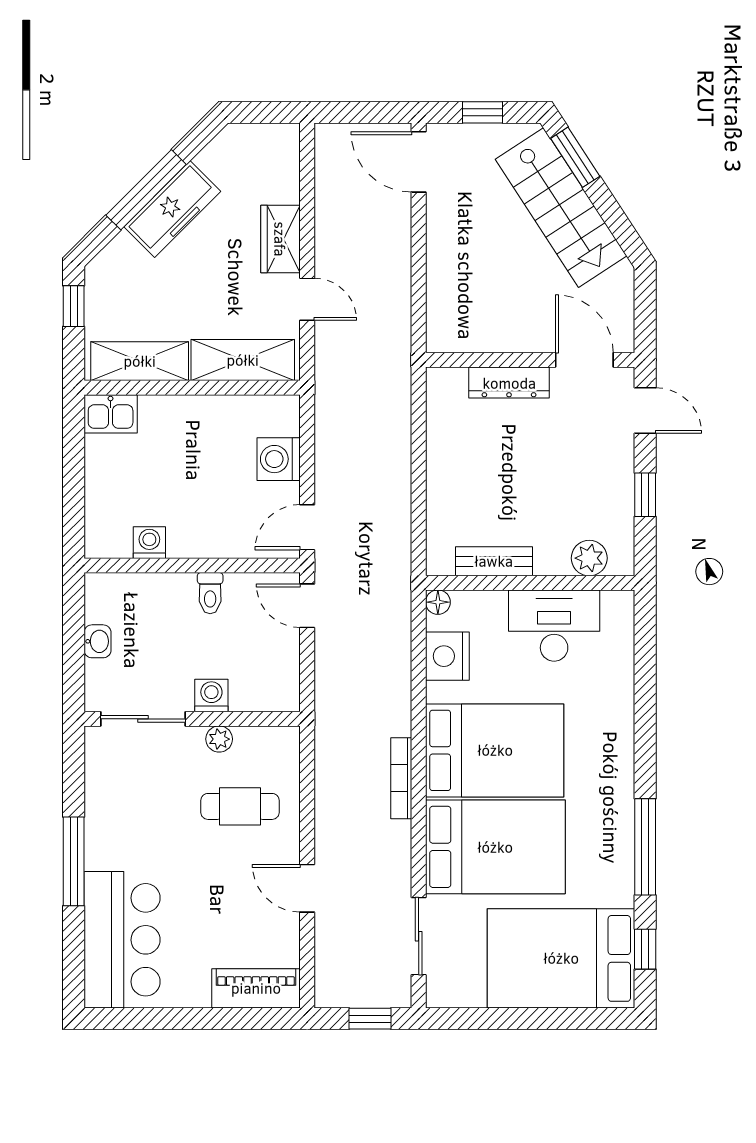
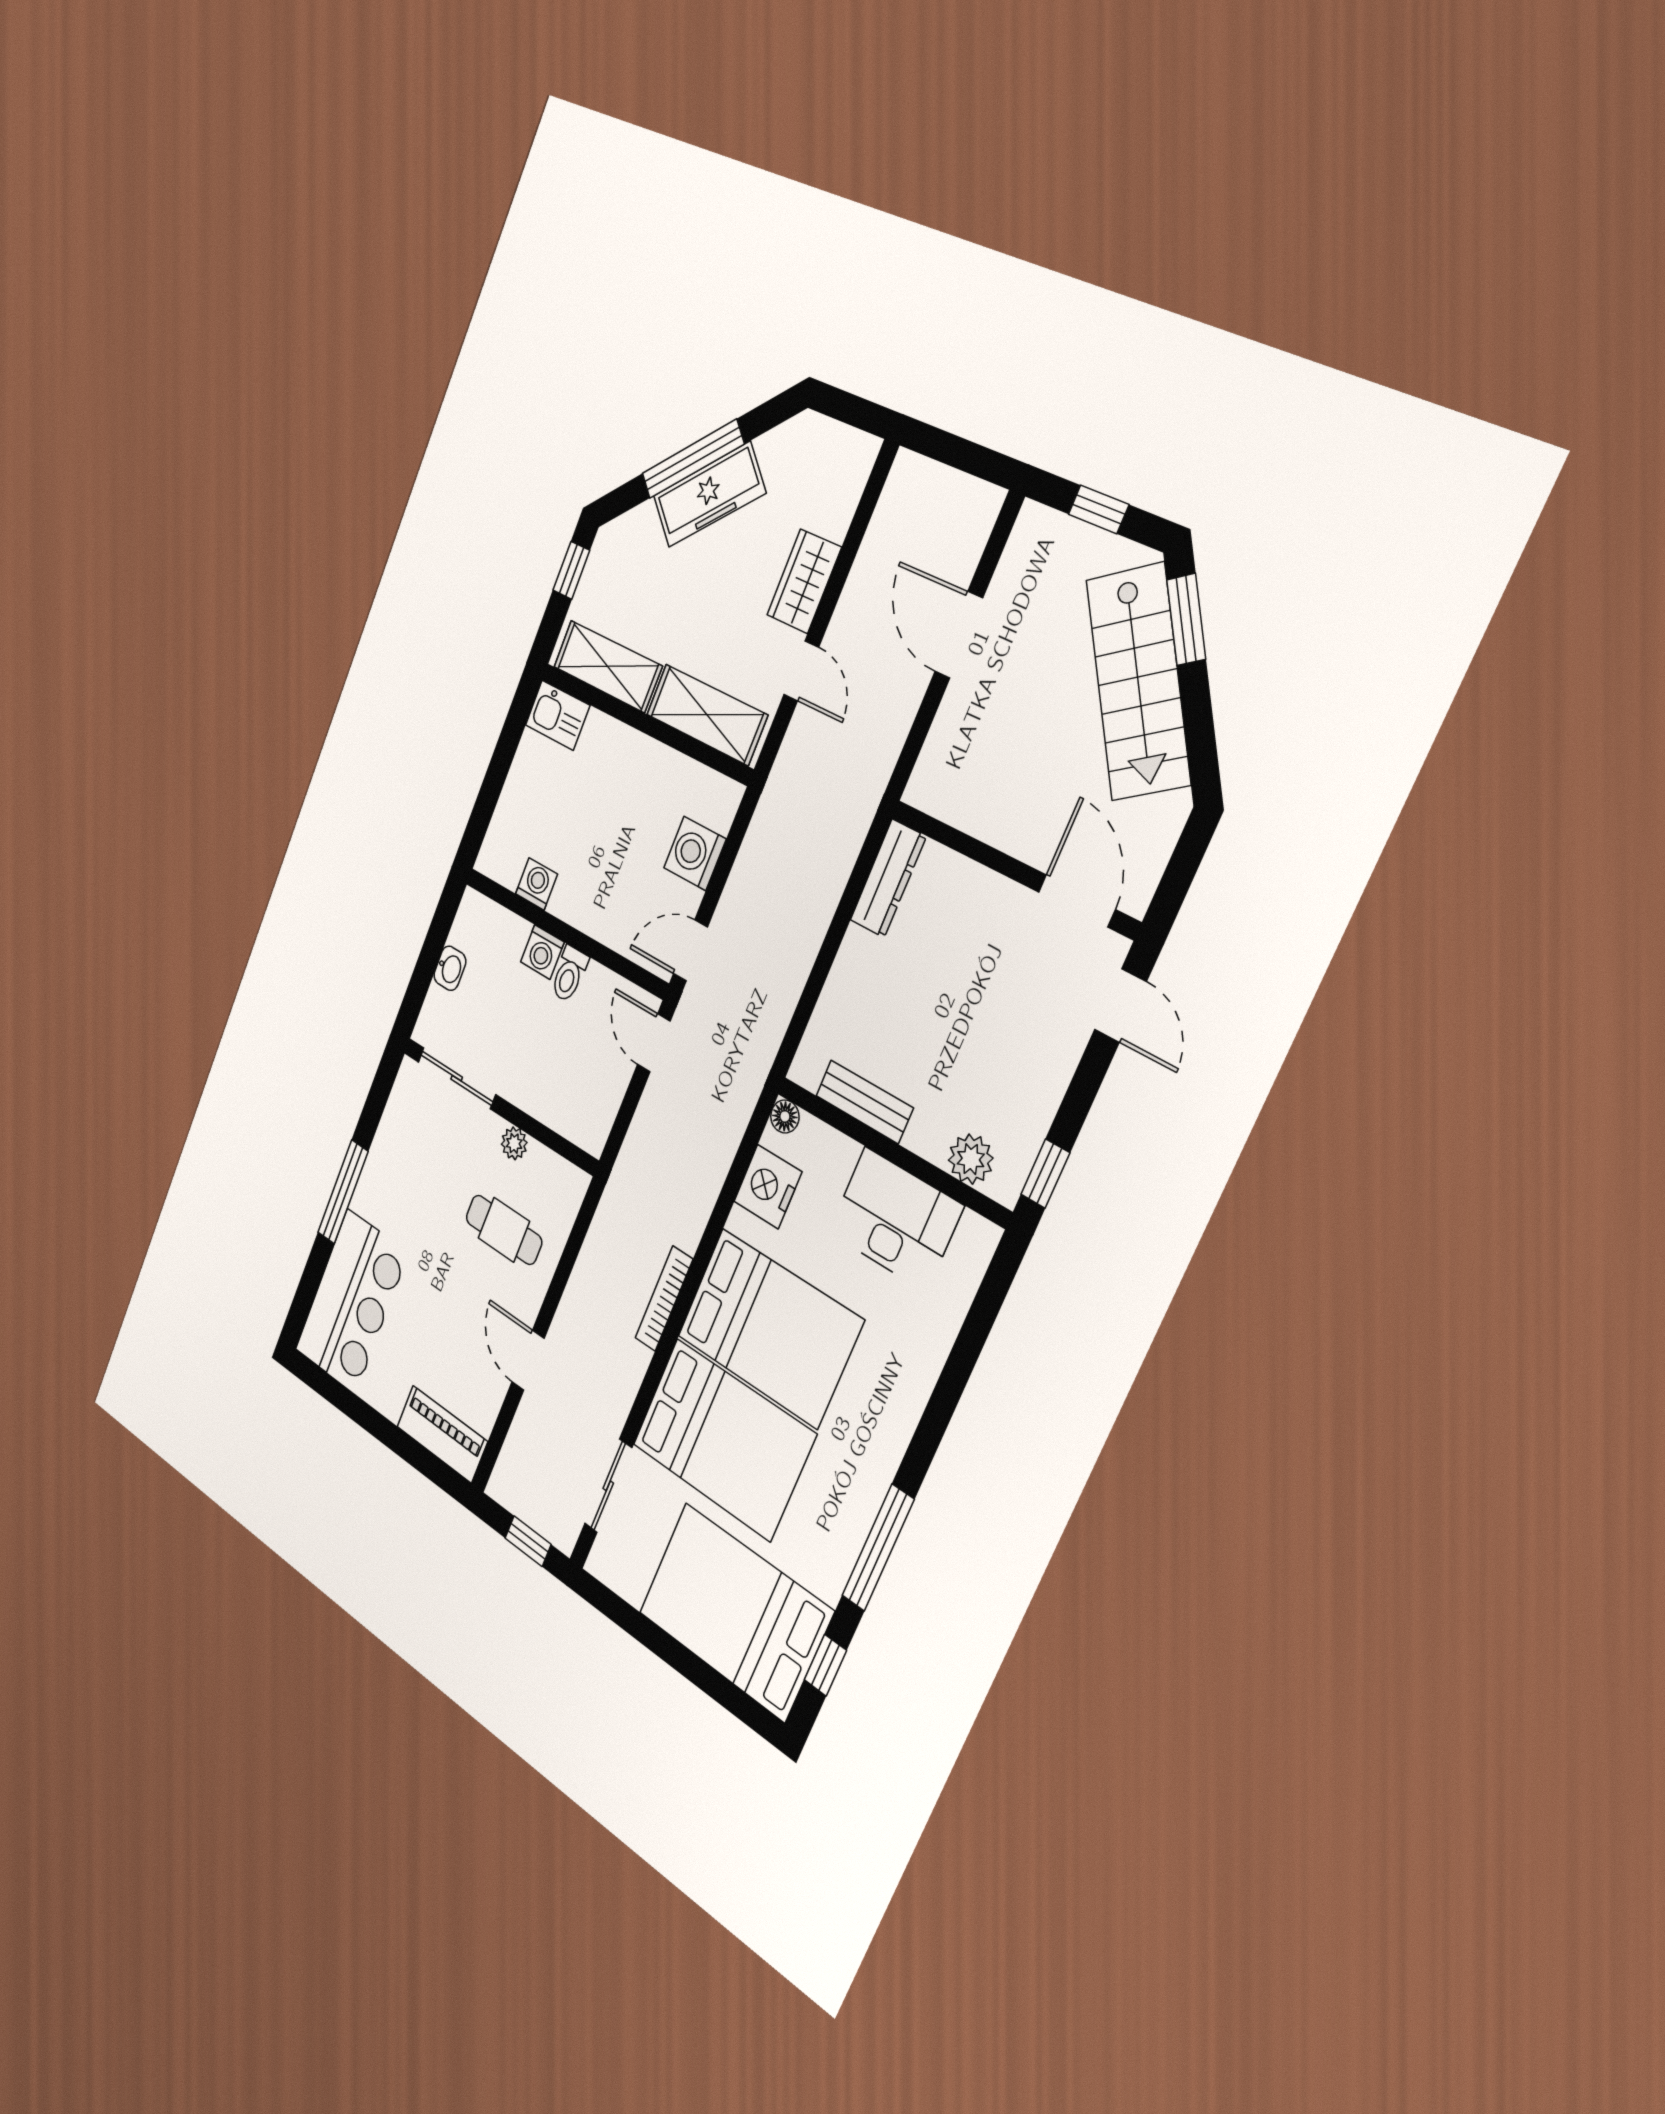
door: (419, 162) -> (959, 635), moved
dresser: (509, 383) -> (888, 878), moved, turned -90
window: (645, 495) -> (1045, 1174), moved
washing machine: (211, 695) -> (542, 952), moved, turned 180

